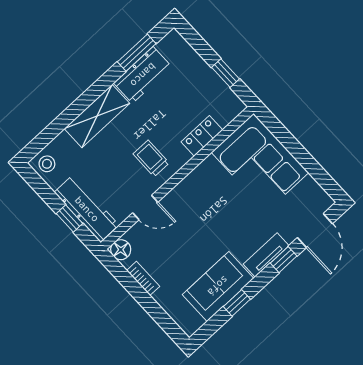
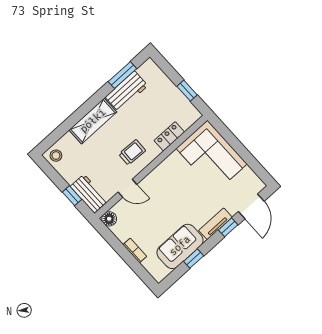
trolley: (151, 158) -> (132, 152), turned 92
workbench: (87, 209) -> (89, 194), width x0.73
bookcase: (143, 278) -> (135, 250), moved

